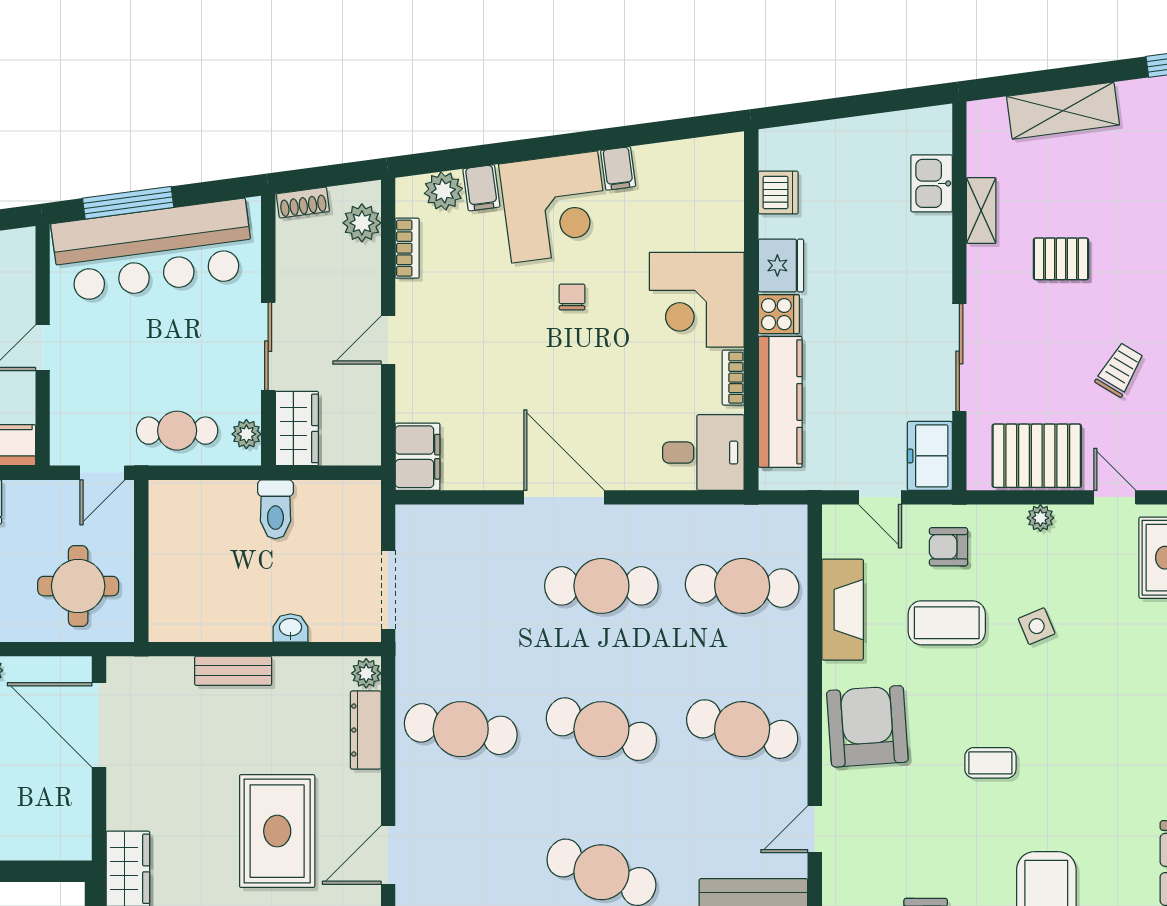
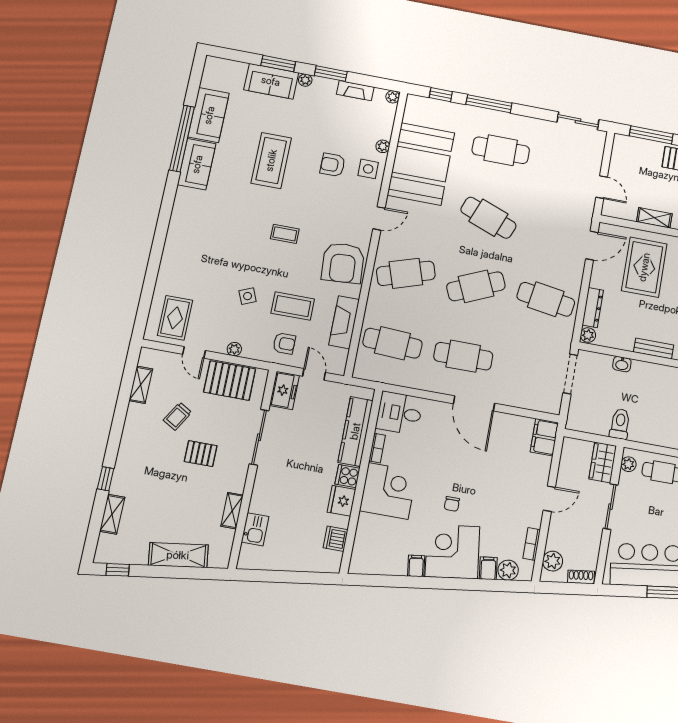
pallet: (1061, 259) -> (201, 454), moved
cafe table: (601, 729) -> (476, 286), turned -42
cafe table: (742, 729) -> (406, 273), turned -33

